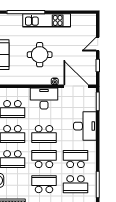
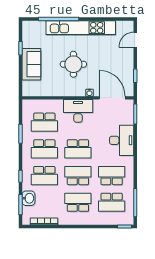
kitchen unit: (47, 20) -> (81, 28), width x1.36
door: (98, 44) -> (135, 40), moved

